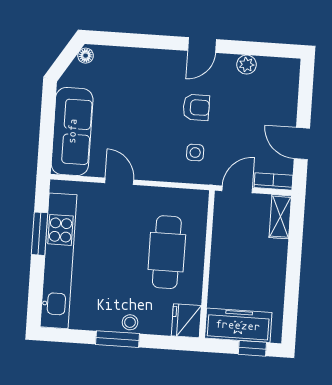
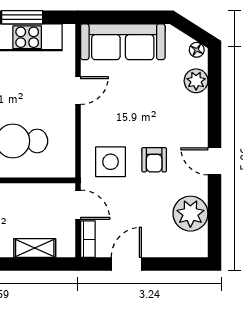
plant: (118, 58) -> (196, 81), added
plant: (246, 65) -> (190, 214), width x1.88, depth x1.88
side table: (195, 153) -> (111, 162), width x1.87, depth x1.87
shelving: (280, 217) -> (35, 248), moved

